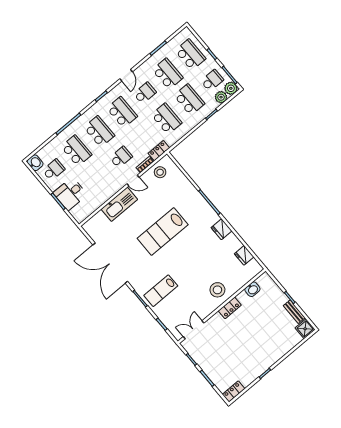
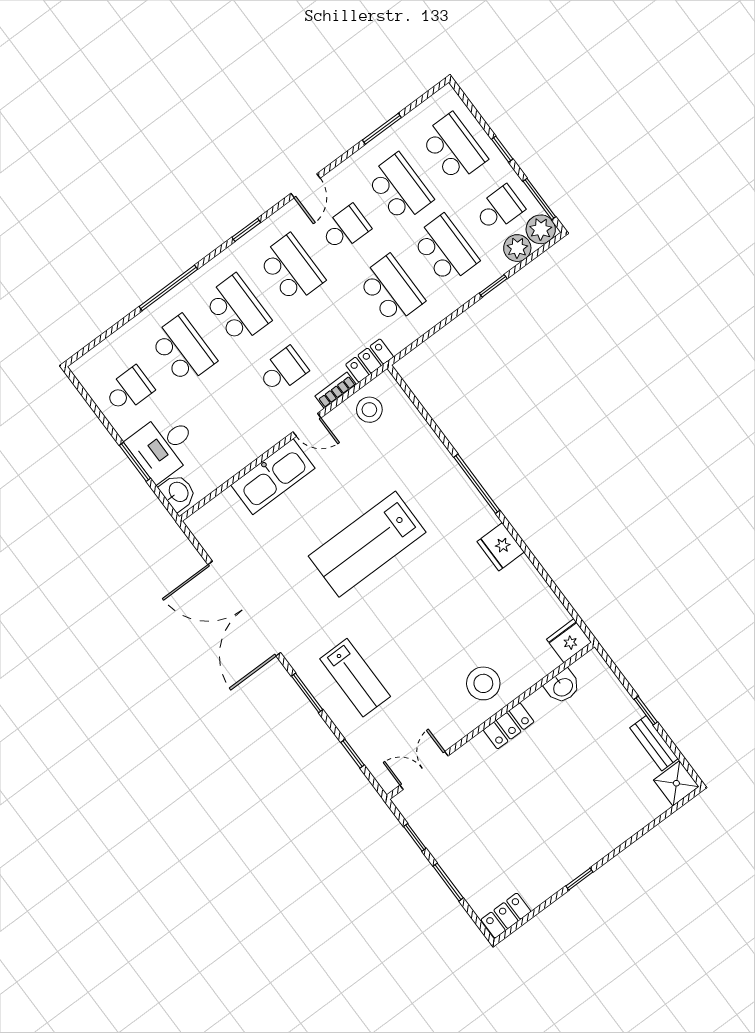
washbasin: (35, 163) -> (178, 492), moved
fridge: (244, 255) -> (569, 641), moved, turned 90
lab bench: (161, 291) -> (355, 678), turned -90

